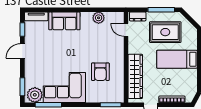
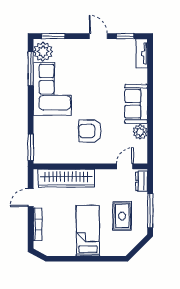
sofa: (64, 21) -> (136, 104), moved
rug: (165, 32) -> (122, 216), width x0.73, depth x0.70
armchair: (100, 72) -> (90, 131), moved

